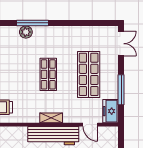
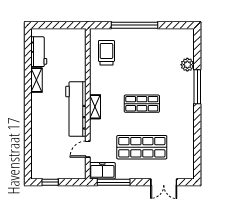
plant: (26, 32) -> (187, 65), moved
double door: (121, 44) -> (164, 182), moved
window: (121, 90) -> (114, 182), moved

